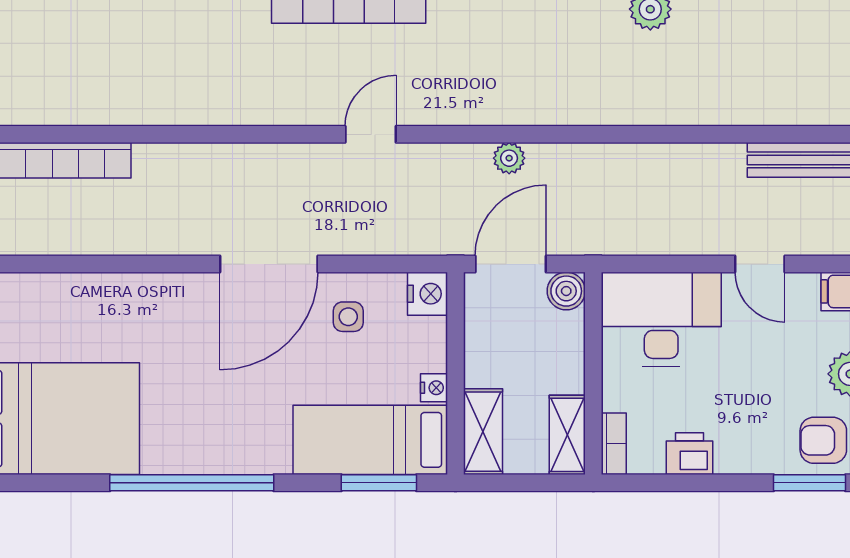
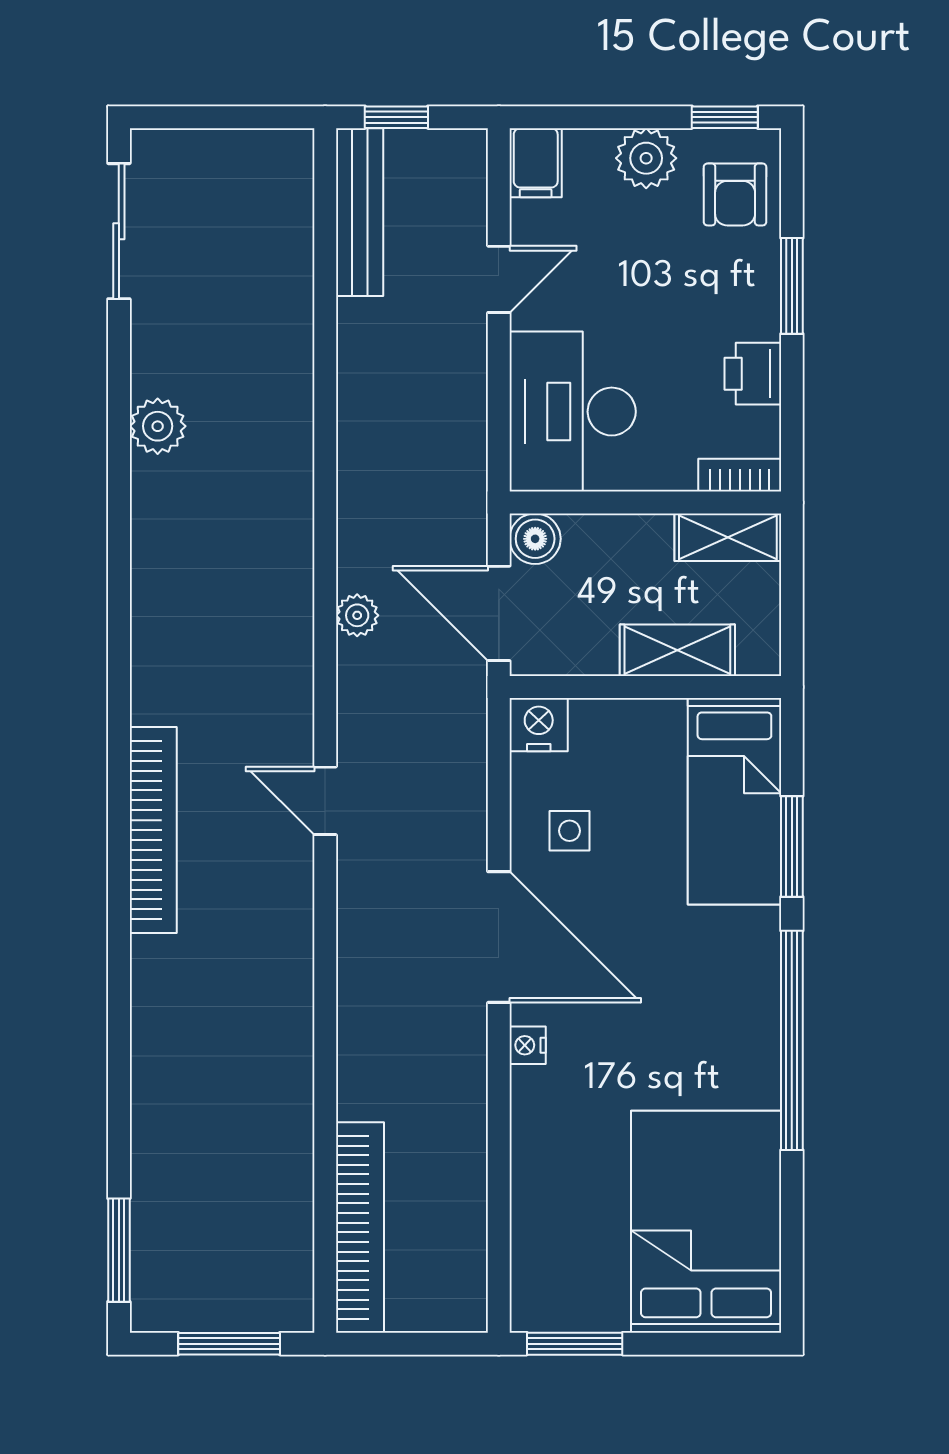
nightstand: (434, 388) -> (528, 1045), moved, turned -90
shelving: (483, 432) -> (677, 650), moved
window: (379, 483) -> (792, 846), moved
window: (810, 483) -> (792, 286), moved

